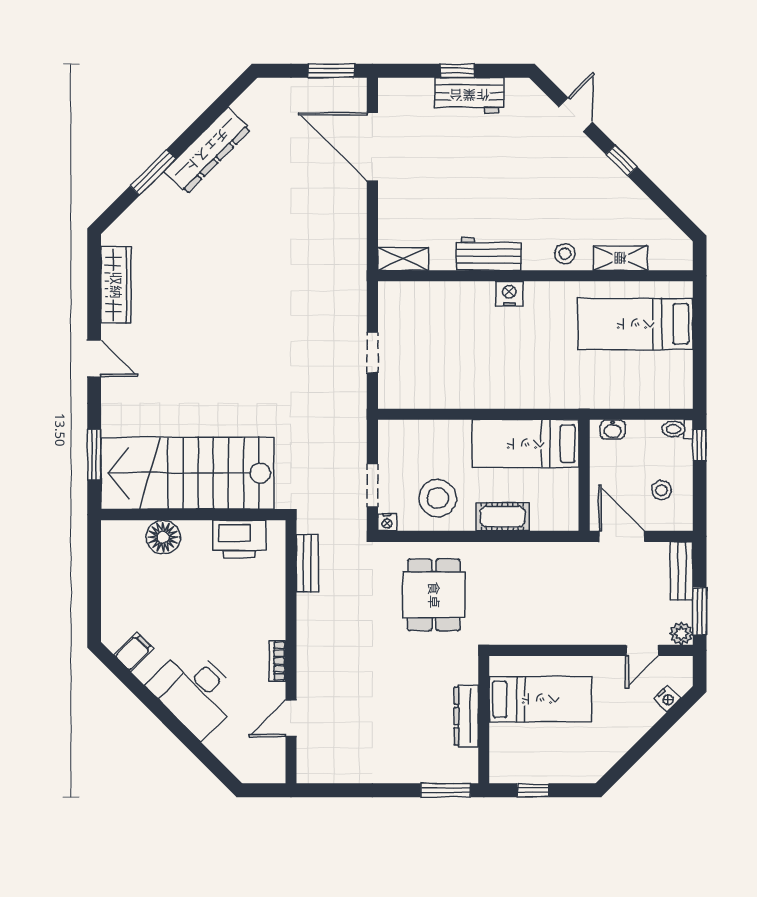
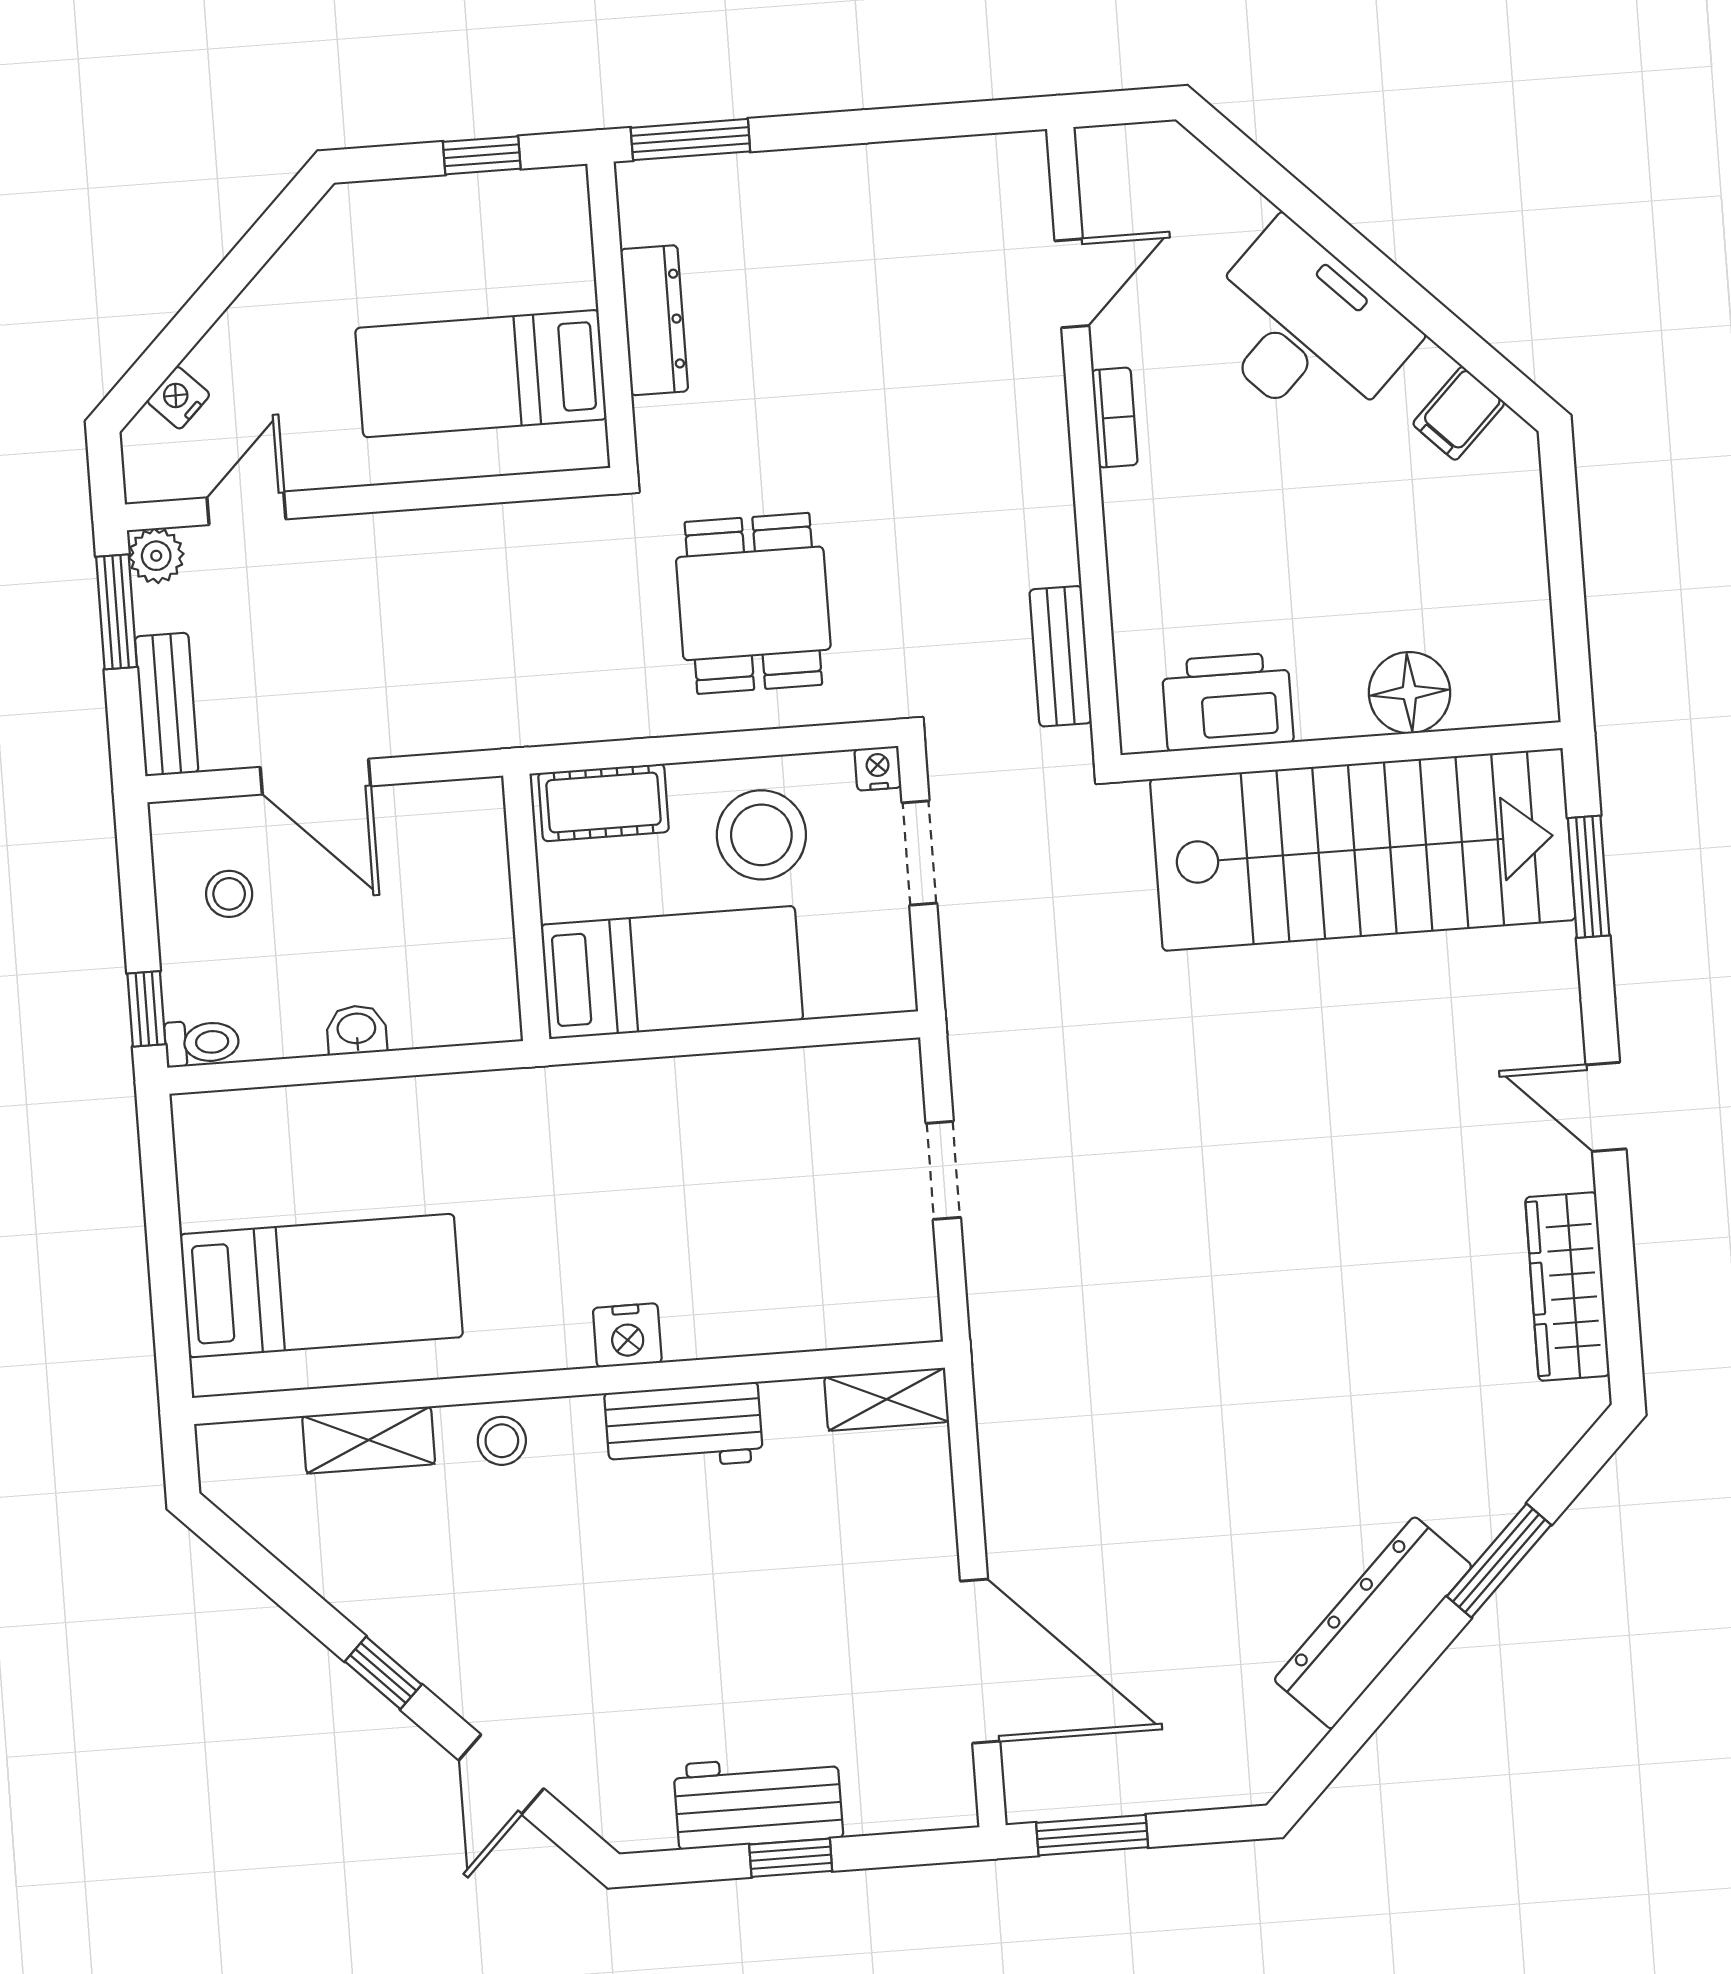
bed: (525, 444) -> (672, 972), moved
wall: (584, 475) -> (526, 907), moved

